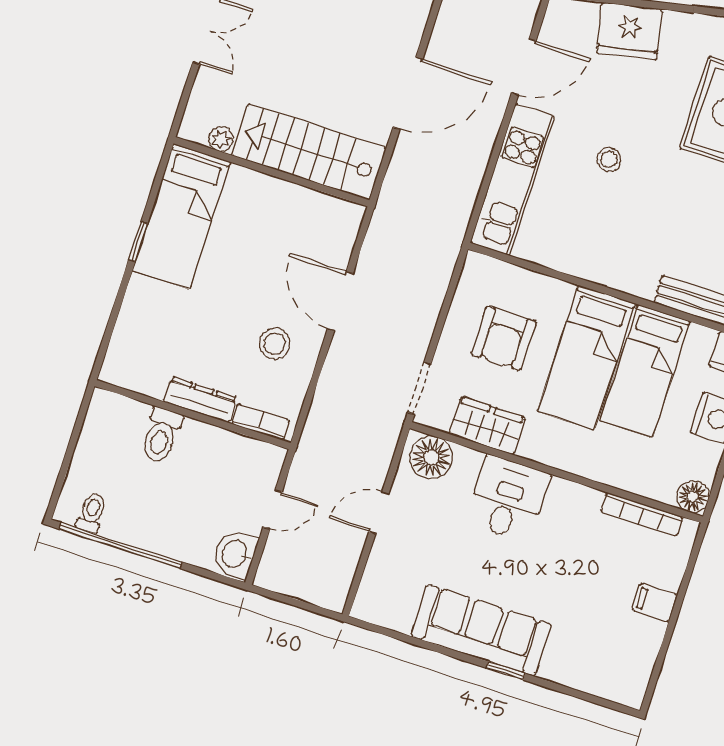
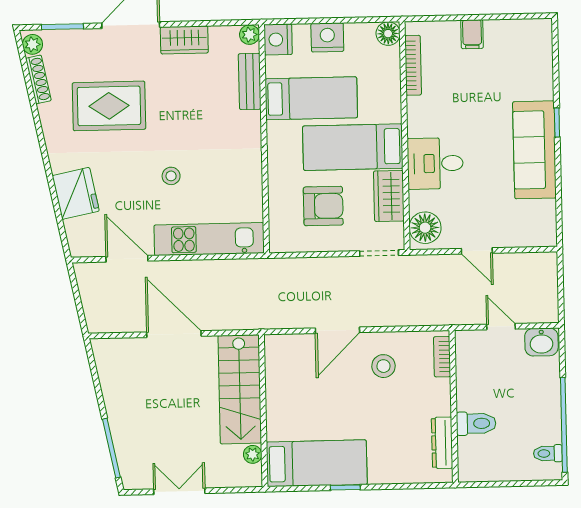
bed: (586, 357) -> (353, 147), moved, turned 180
dresser: (200, 400) -> (442, 443), moved

